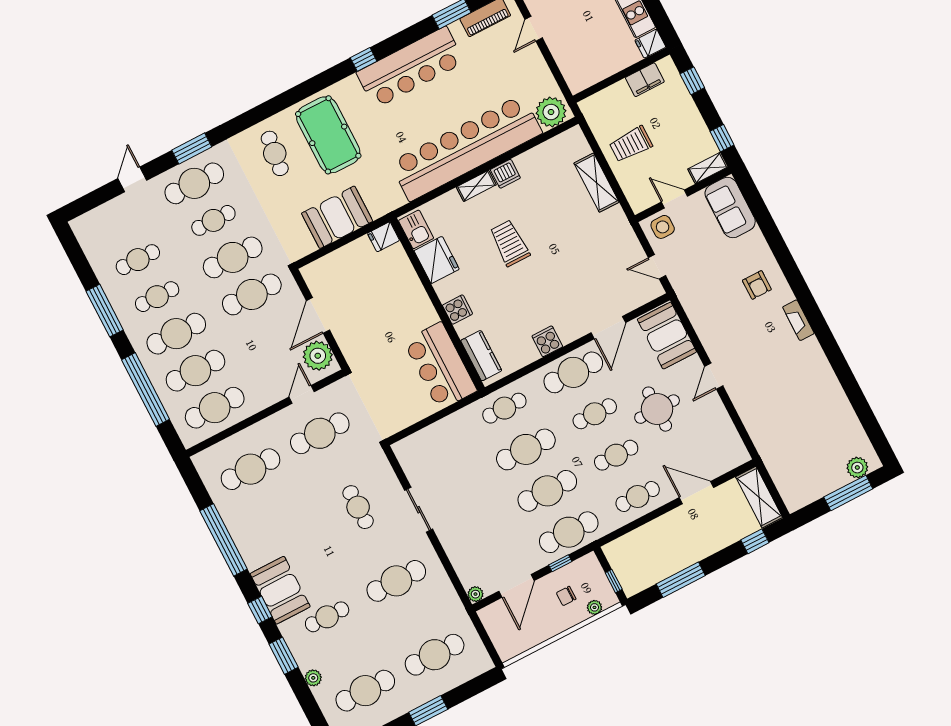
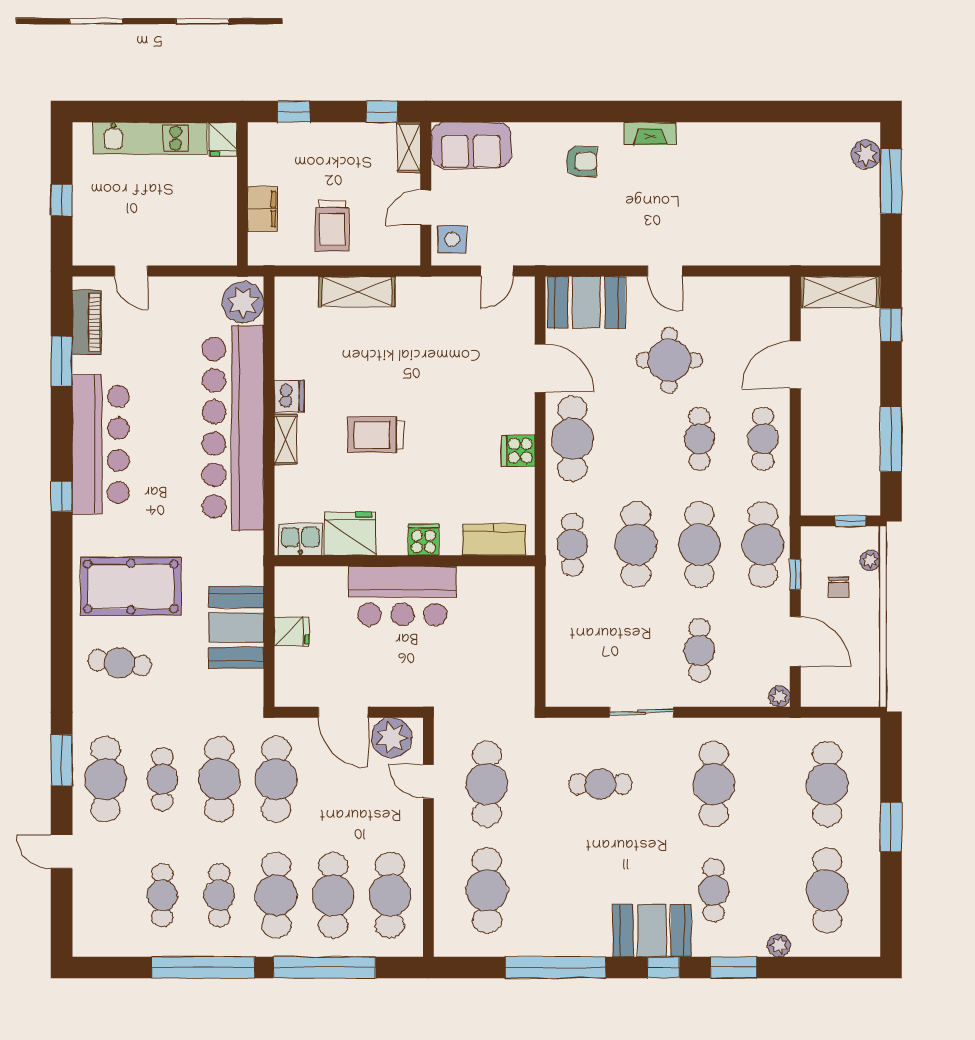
filing cabinet: (645, 80) -> (263, 209), moved
fridge: (383, 237) -> (292, 632), moved, turned -90
window: (105, 311) -> (203, 967), width x1.46
bar counter: (440, 366) -> (402, 596), moved
cafe table: (595, 414) -> (699, 650), moved

